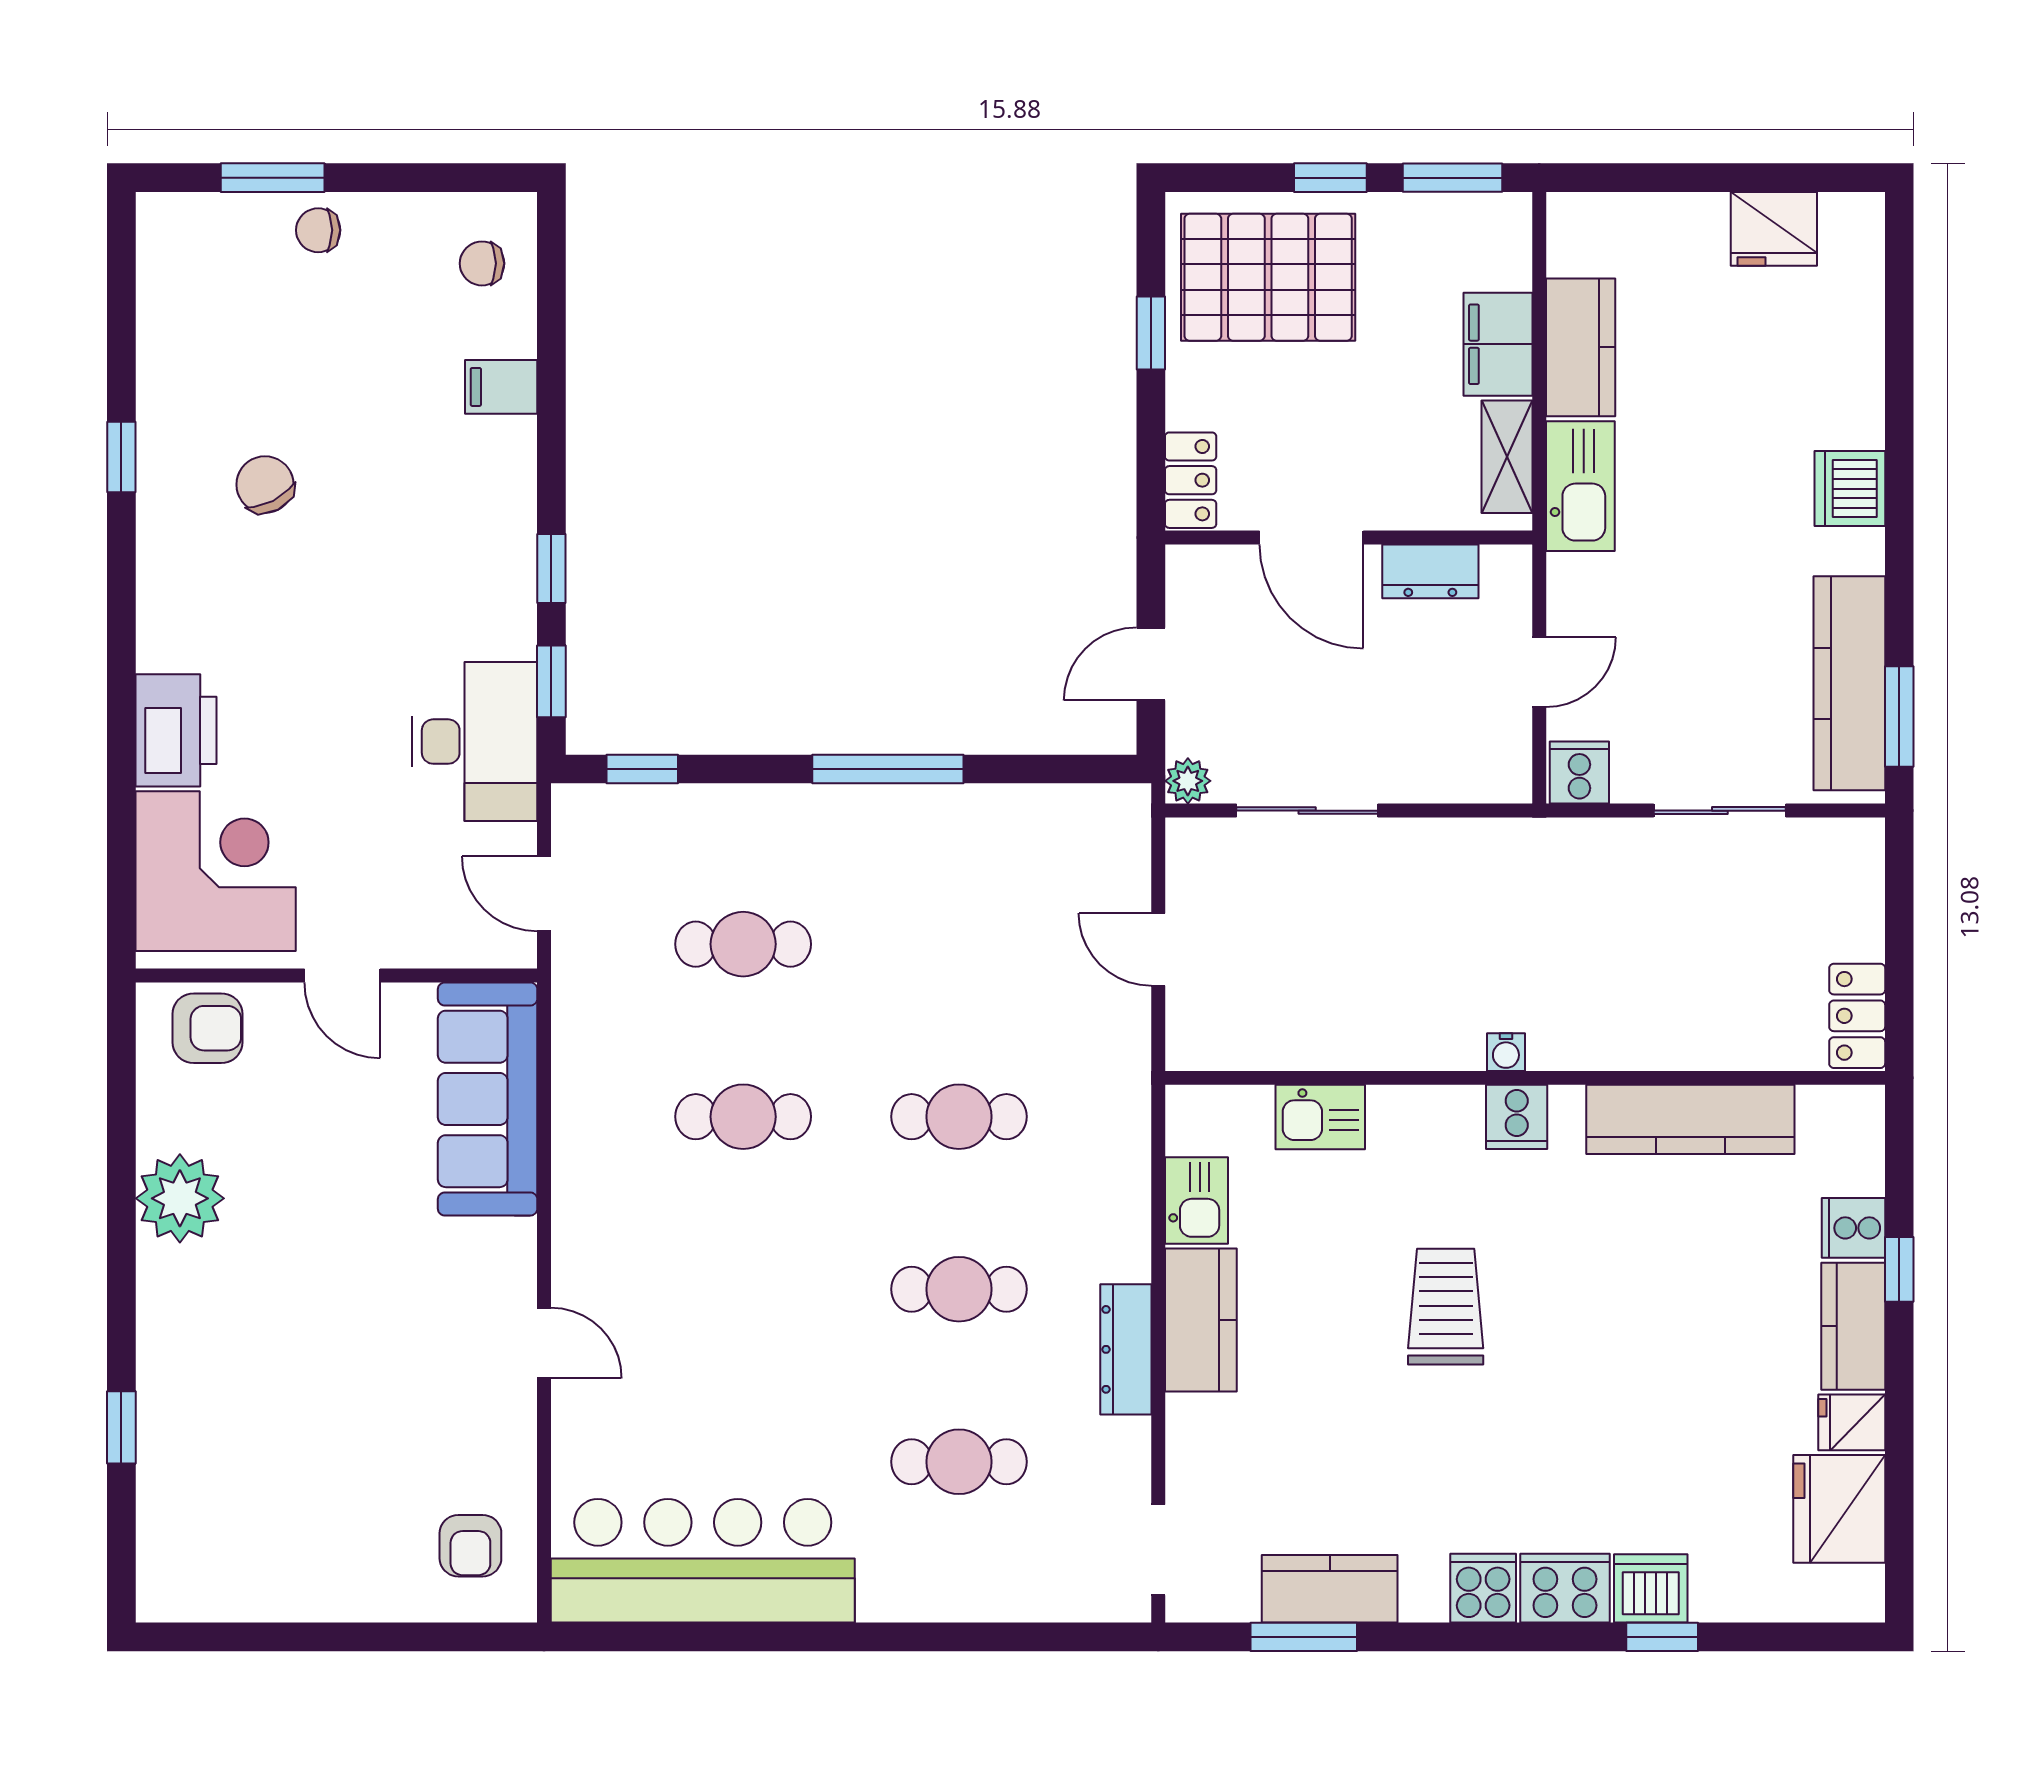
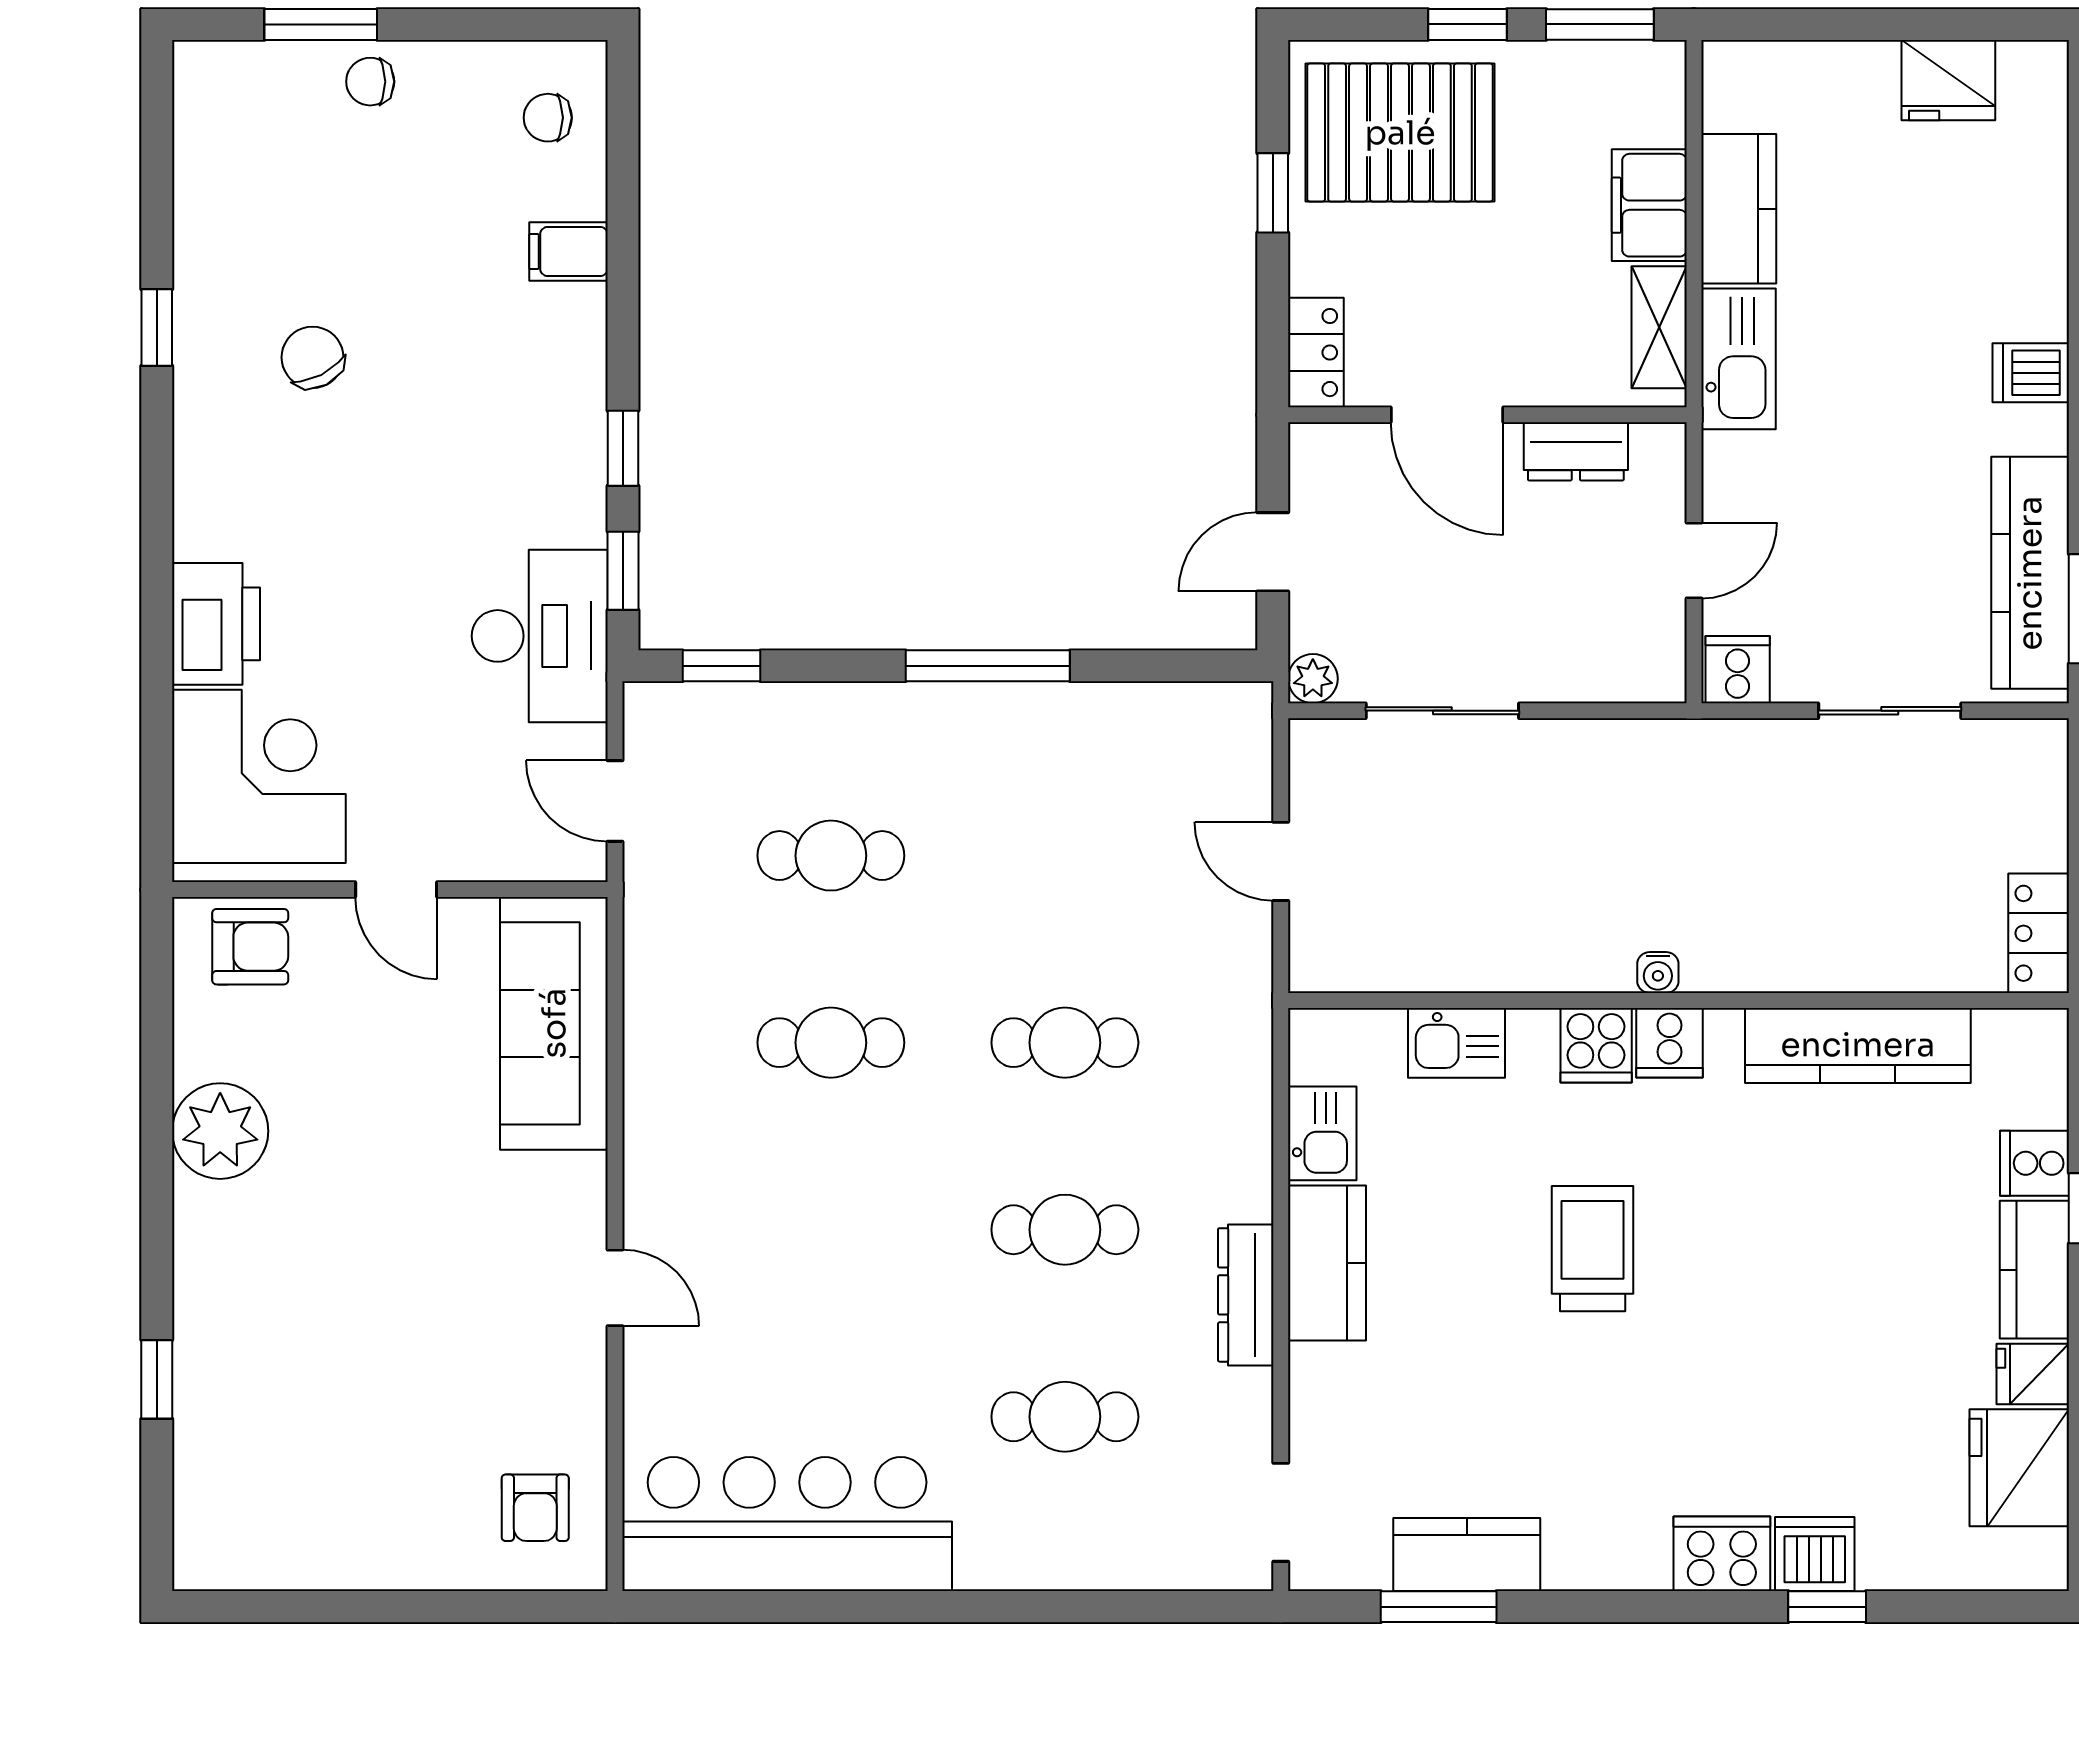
dishwasher: (1850, 489) -> (2031, 373), width x0.73
cooker: (1483, 1588) -> (1596, 1045), moved, turned 180

